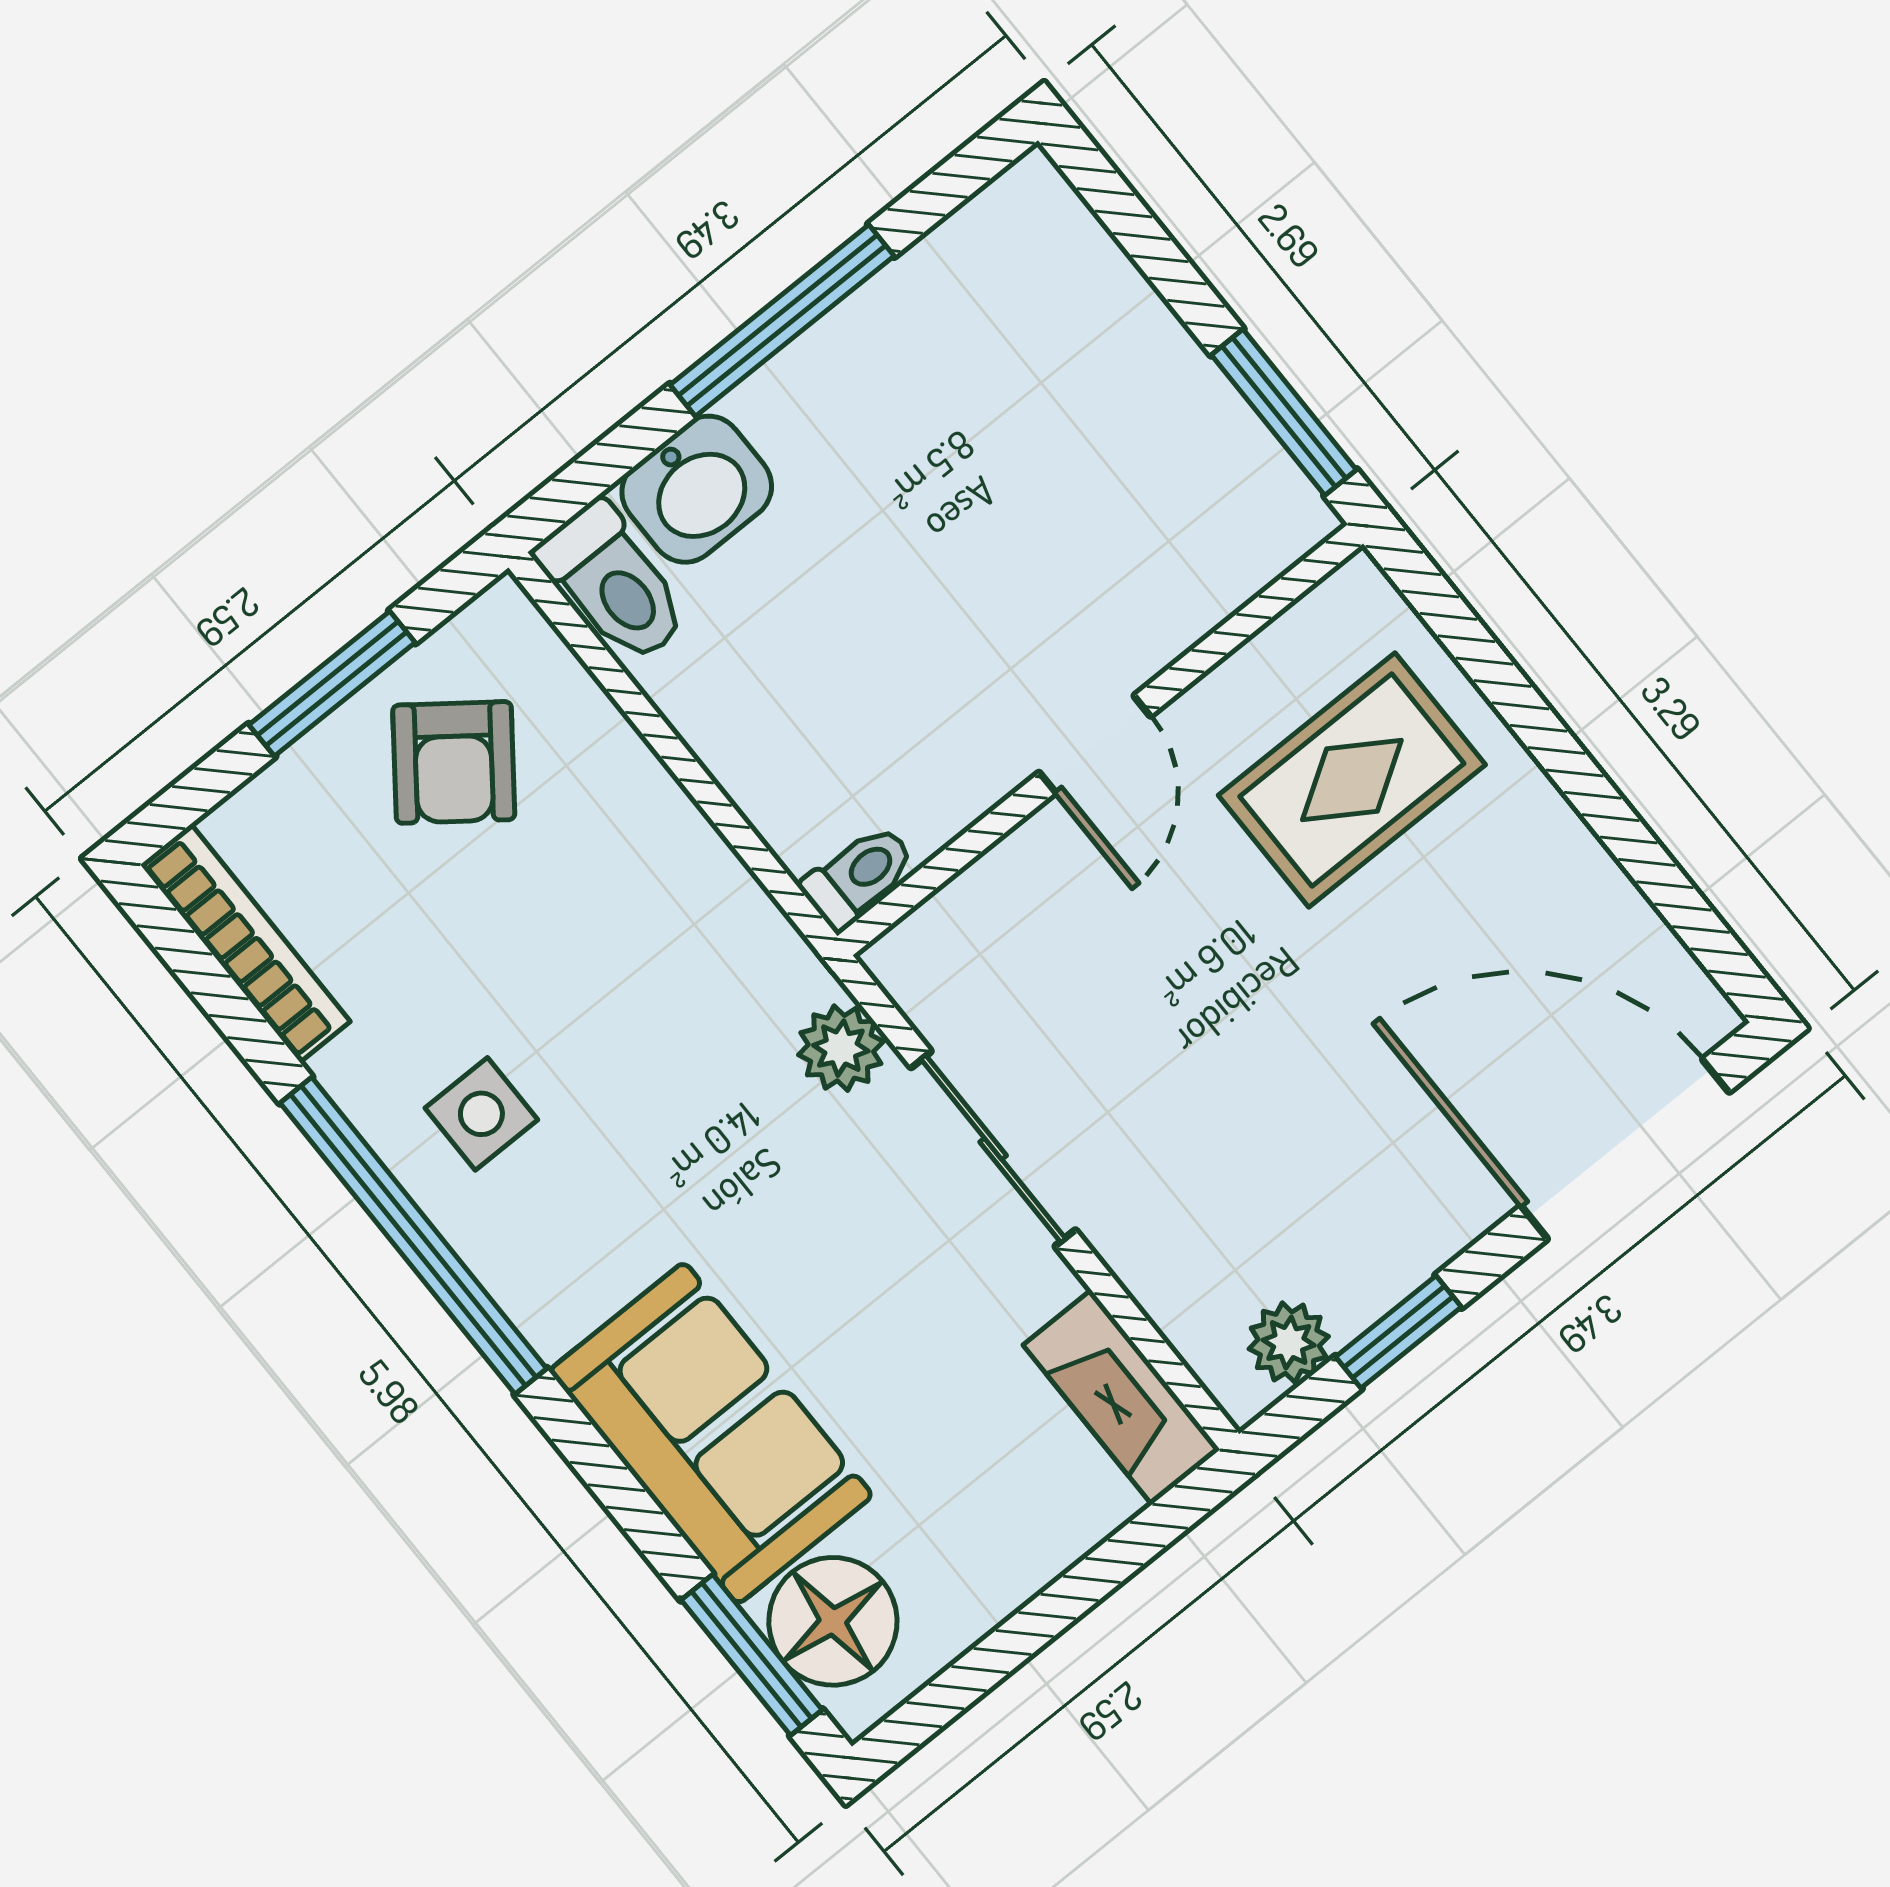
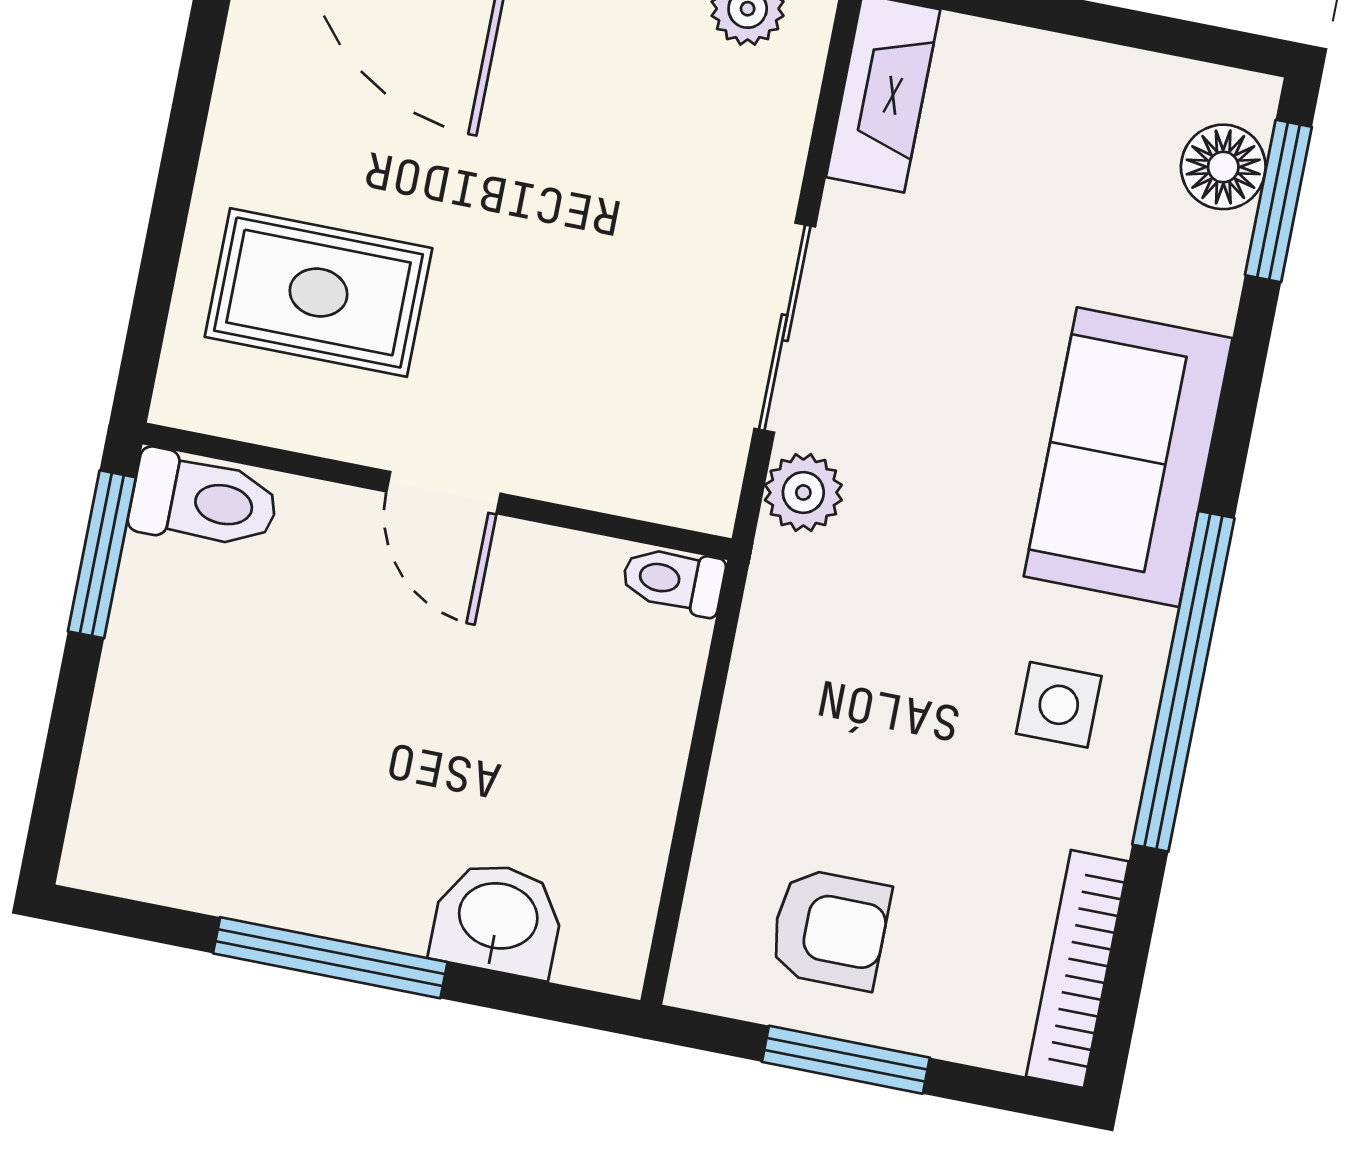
toilet: (614, 583) -> (204, 501), moved, turned 90
door: (1095, 744) -> (443, 493), swing flipped
armchair: (454, 762) -> (830, 929), turned 53
sofa: (711, 1433) -> (1128, 457), moved
floor lamp: (833, 1621) -> (1223, 167), width x0.73, depth x0.73

